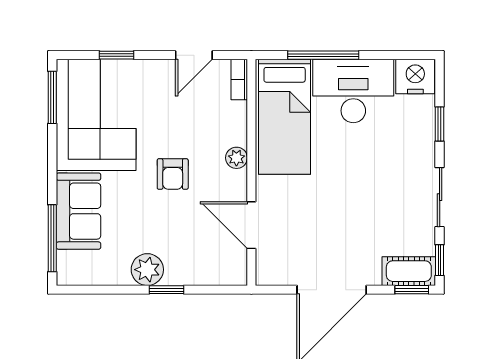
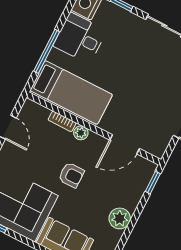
bookcase: (239, 80) -> (62, 121), moved
desk: (353, 91) -> (80, 38), width x0.73
window: (166, 290) -> (153, 183), moved

